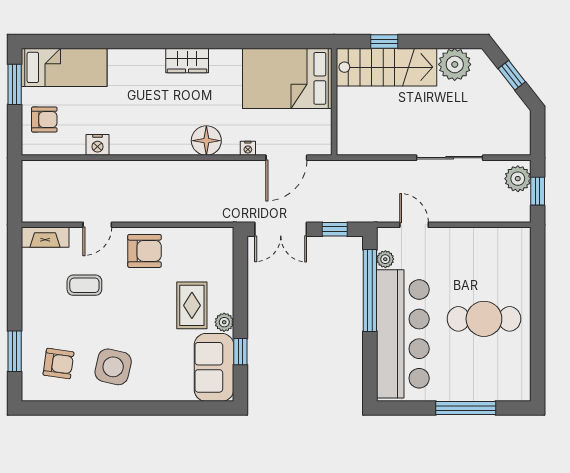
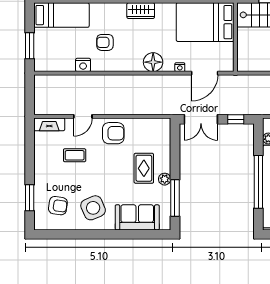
window: (15, 84) -> (30, 46), moved
armchair: (44, 120) -> (105, 42), moved, turned 180
window: (370, 291) -> (258, 182), moved
window: (240, 352) -> (175, 198), width x2.17
side table: (113, 367) -> (93, 208), turned -36
sofa: (214, 367) -> (137, 217), moved, turned 90

